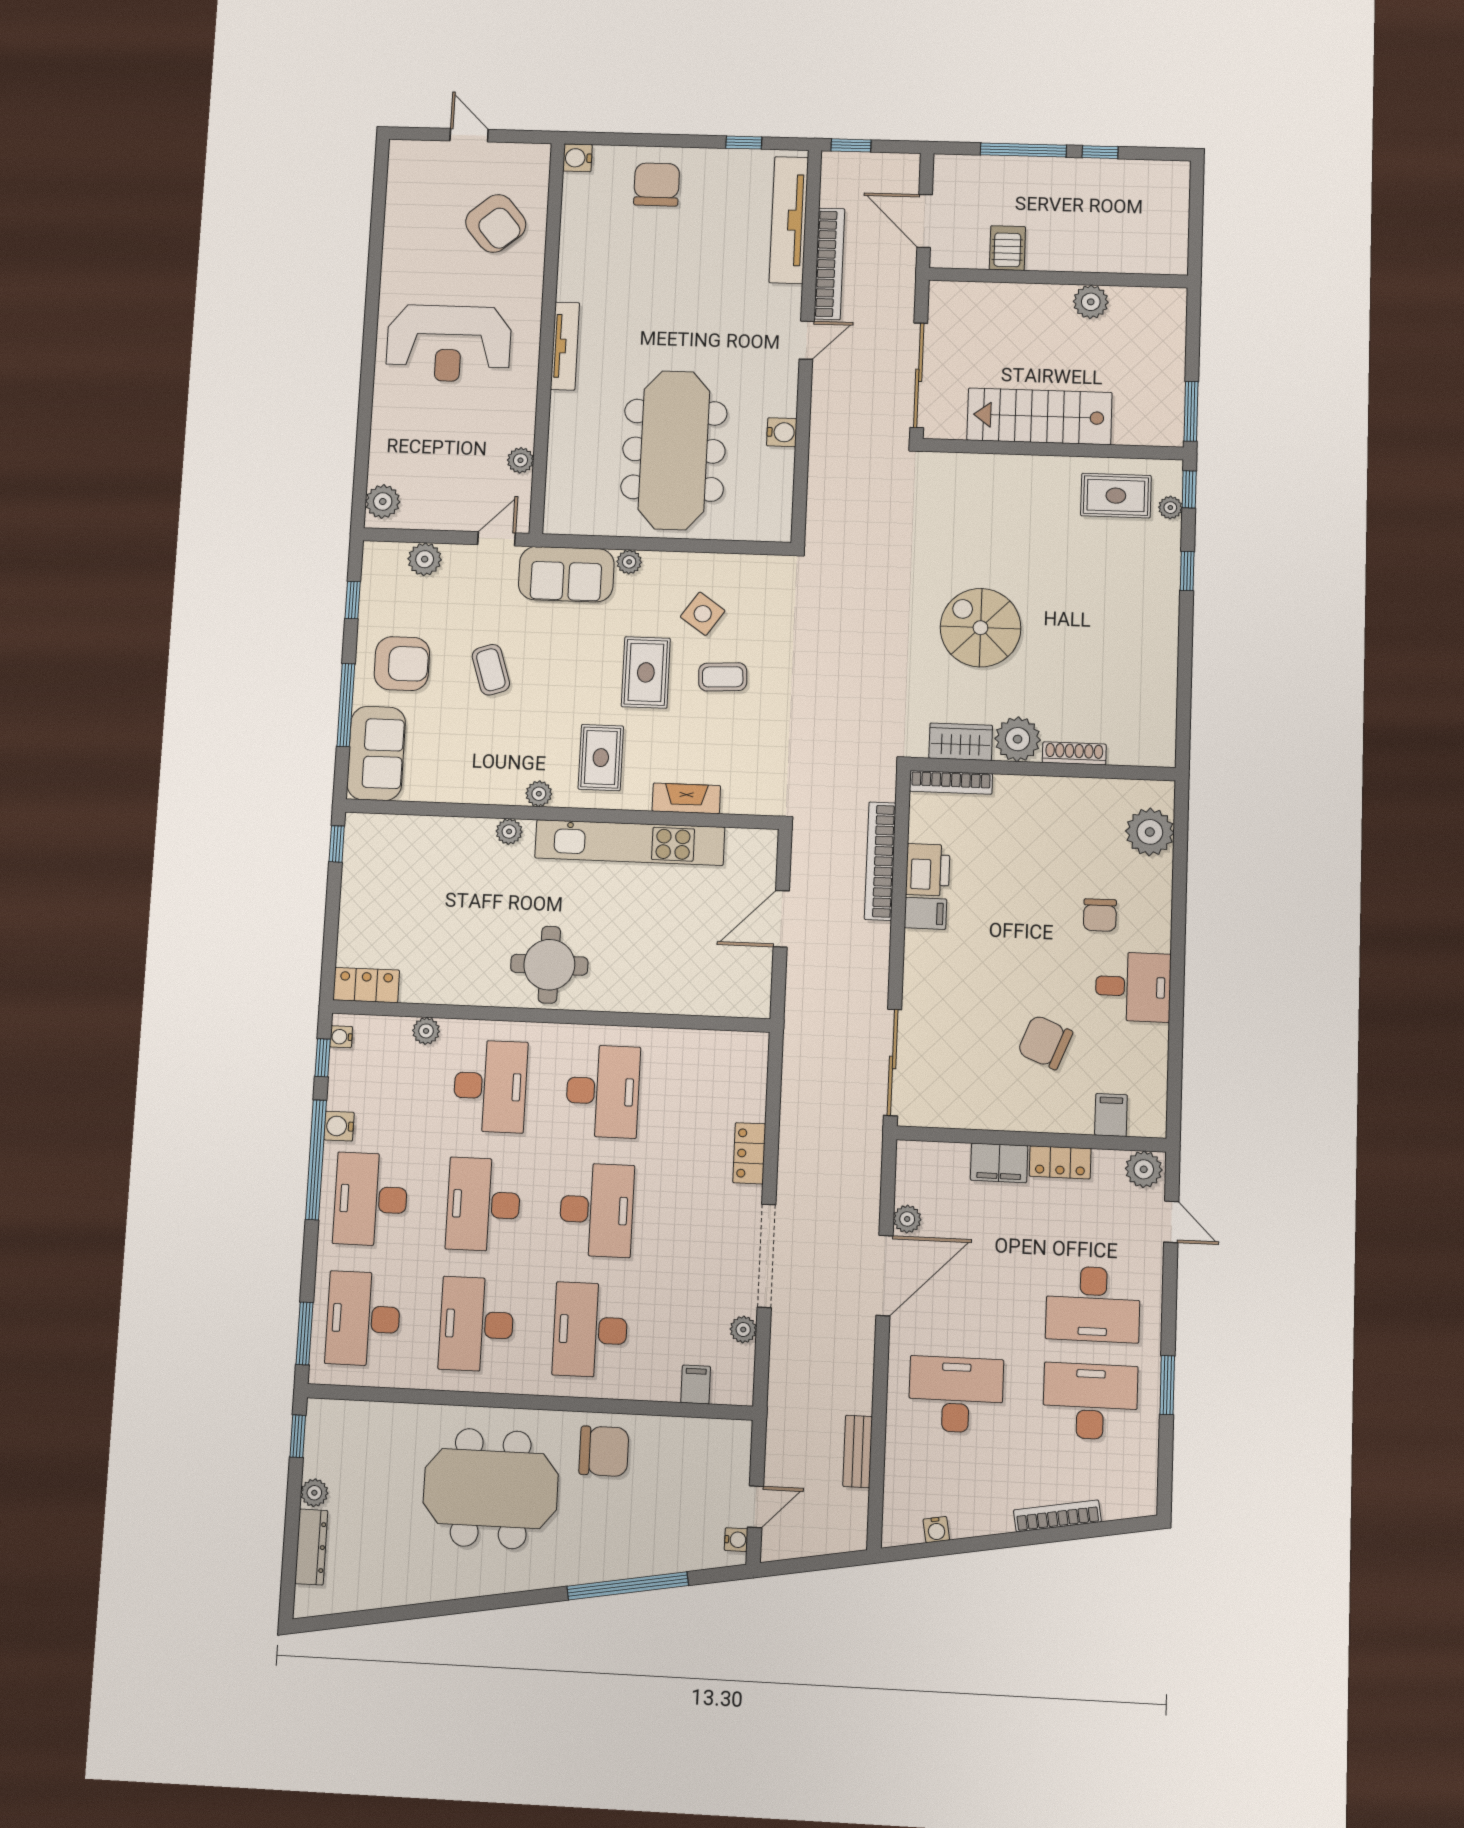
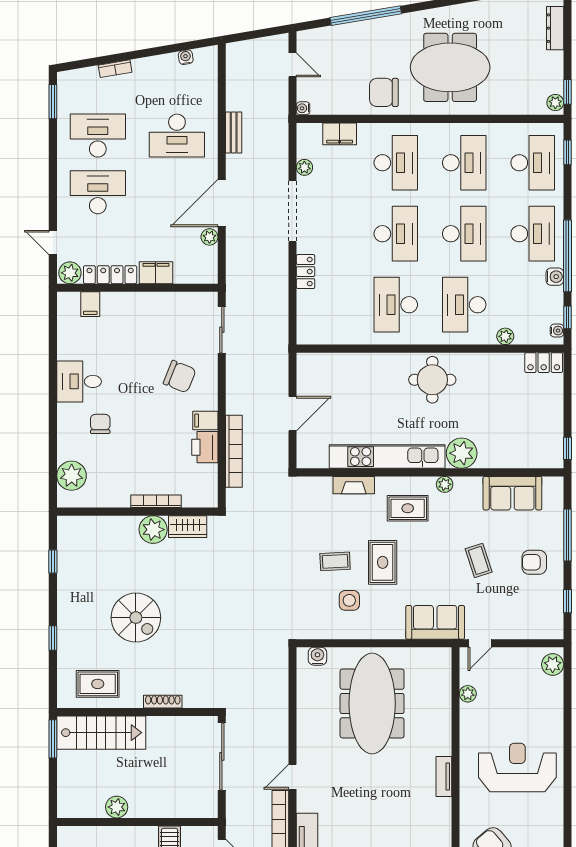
tv unit: (565, 346) -> (444, 776), width x0.71
stairs: (1039, 416) -> (101, 733), moved
water cooler: (782, 432) -> (317, 656), moved, turned 90
window: (1189, 489) -> (53, 561), moved
plant: (1170, 508) -> (64, 677), removed
plant: (425, 559) -> (524, 629), removed
plant: (629, 562) -> (396, 632), removed
side table: (703, 614) -> (349, 600), turned -35
spiral stairs: (980, 628) -> (136, 618), moved
armchair: (402, 664) -> (534, 562), width x0.72, depth x0.72
sofa: (376, 753) -> (512, 493), moved, turned -90
shoe rack: (1074, 753) -> (163, 702), moved, turned 180
rug: (601, 758) -> (408, 508), turned 90
bookcase: (951, 782) -> (156, 501), moved
plant: (509, 832) -> (462, 453), width x1.87, depth x1.87
chair: (1045, 1042) -> (180, 377), moved
sliding door: (893, 1062) -> (222, 330), width x0.73
locker: (1060, 1162) -> (110, 275), width x1.53
desk: (597, 1210) -> (396, 234), turned 180
window: (305, 1333) -> (567, 152), width x0.67
filing cabinet: (696, 1385) -> (340, 134), width x2.00
window: (1167, 1385) -> (53, 102), moved
desk: (1090, 1401) -> (98, 136), turned 180
bench: (858, 1451) -> (234, 132), moved
plant: (314, 1493) -> (555, 103), moved
door: (756, 1507) -> (292, 65), swing flipped
bookcase: (1057, 1516) -> (115, 69), width x0.64
water cooler: (736, 1540) -> (303, 108), moved

